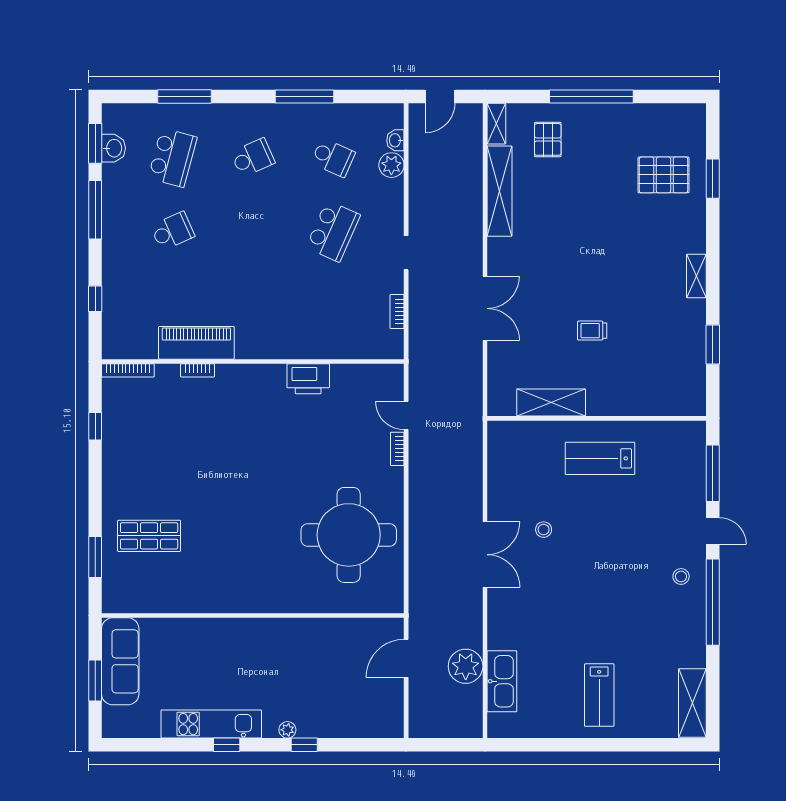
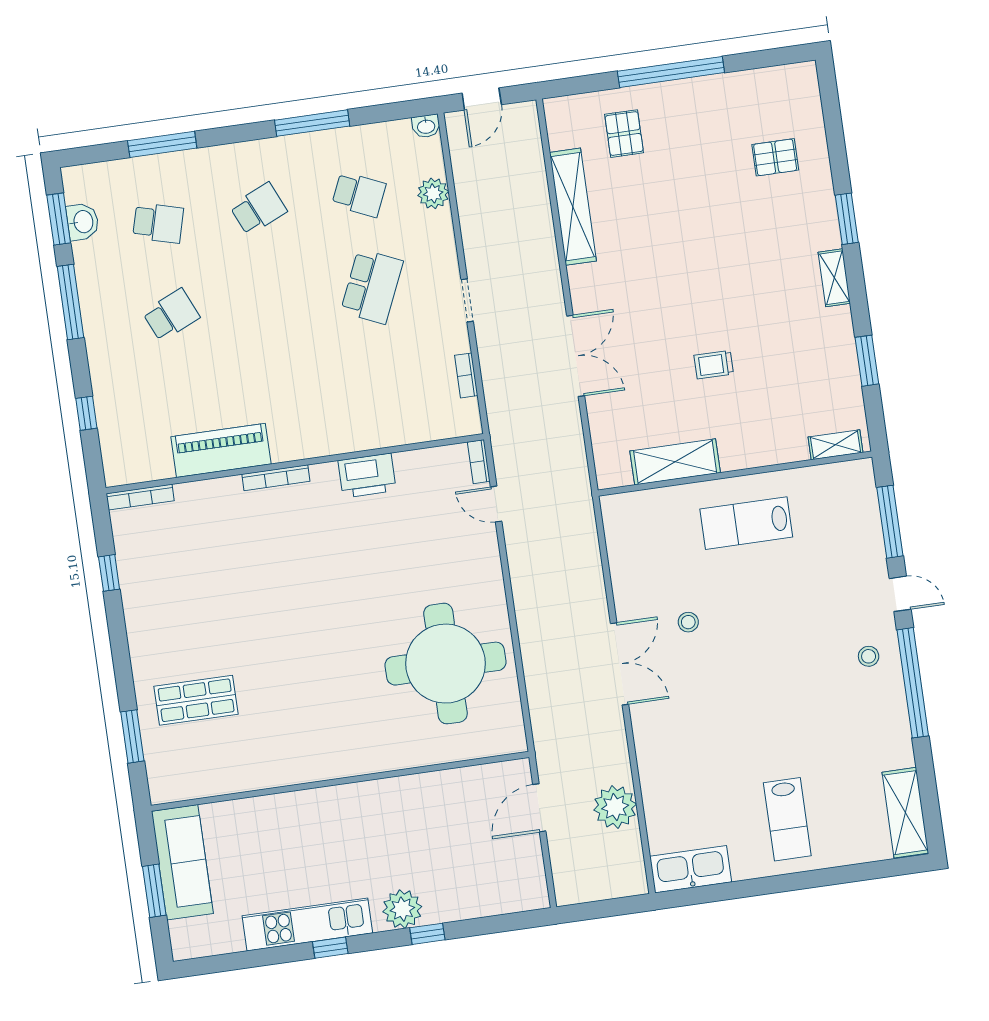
shelving: (496, 124) -> (835, 445), moved, turned 90
washbasin: (395, 140) -> (426, 126), moved, turned -90
school desk: (173, 158) -> (158, 223), width x0.54
pallet: (664, 175) -> (775, 157), width x0.67, depth x0.71
window: (713, 179) -> (847, 219), moved
bookcase: (198, 370) -> (276, 478), moved, width x1.56
bookcase: (397, 449) -> (479, 462), moved
kitchen sink: (502, 681) -> (691, 869), moved, turned -90
plant: (287, 730) -> (402, 909), width x1.88, depth x1.88

